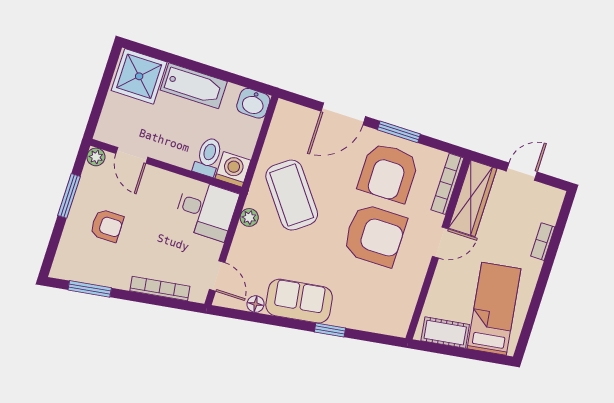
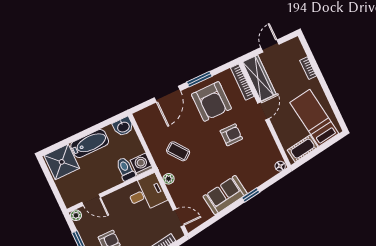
coffee table: (292, 195) -> (178, 151), width x0.54, depth x0.58
armchair: (375, 235) -> (231, 135), width x0.53, depth x0.53
floor lamp: (256, 304) -> (280, 166), moved

